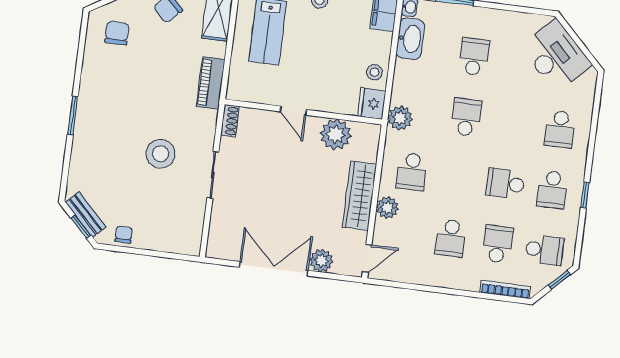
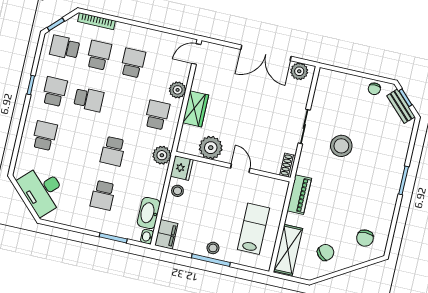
wardrobe: (359, 196) -> (196, 109), width x0.67
school desk: (498, 244) -> (99, 55), turned 180
plant: (321, 261) -> (299, 71), moved

